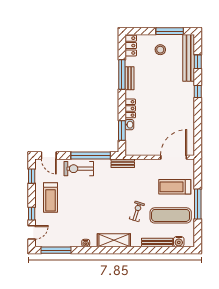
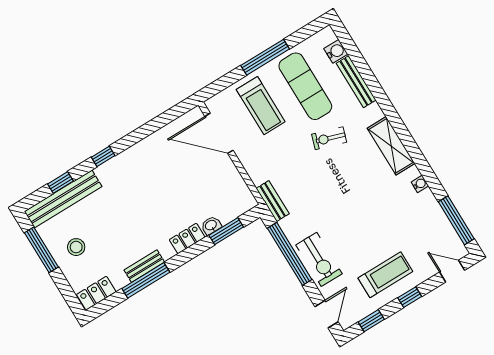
window: (32, 214) -> (410, 297), moved

